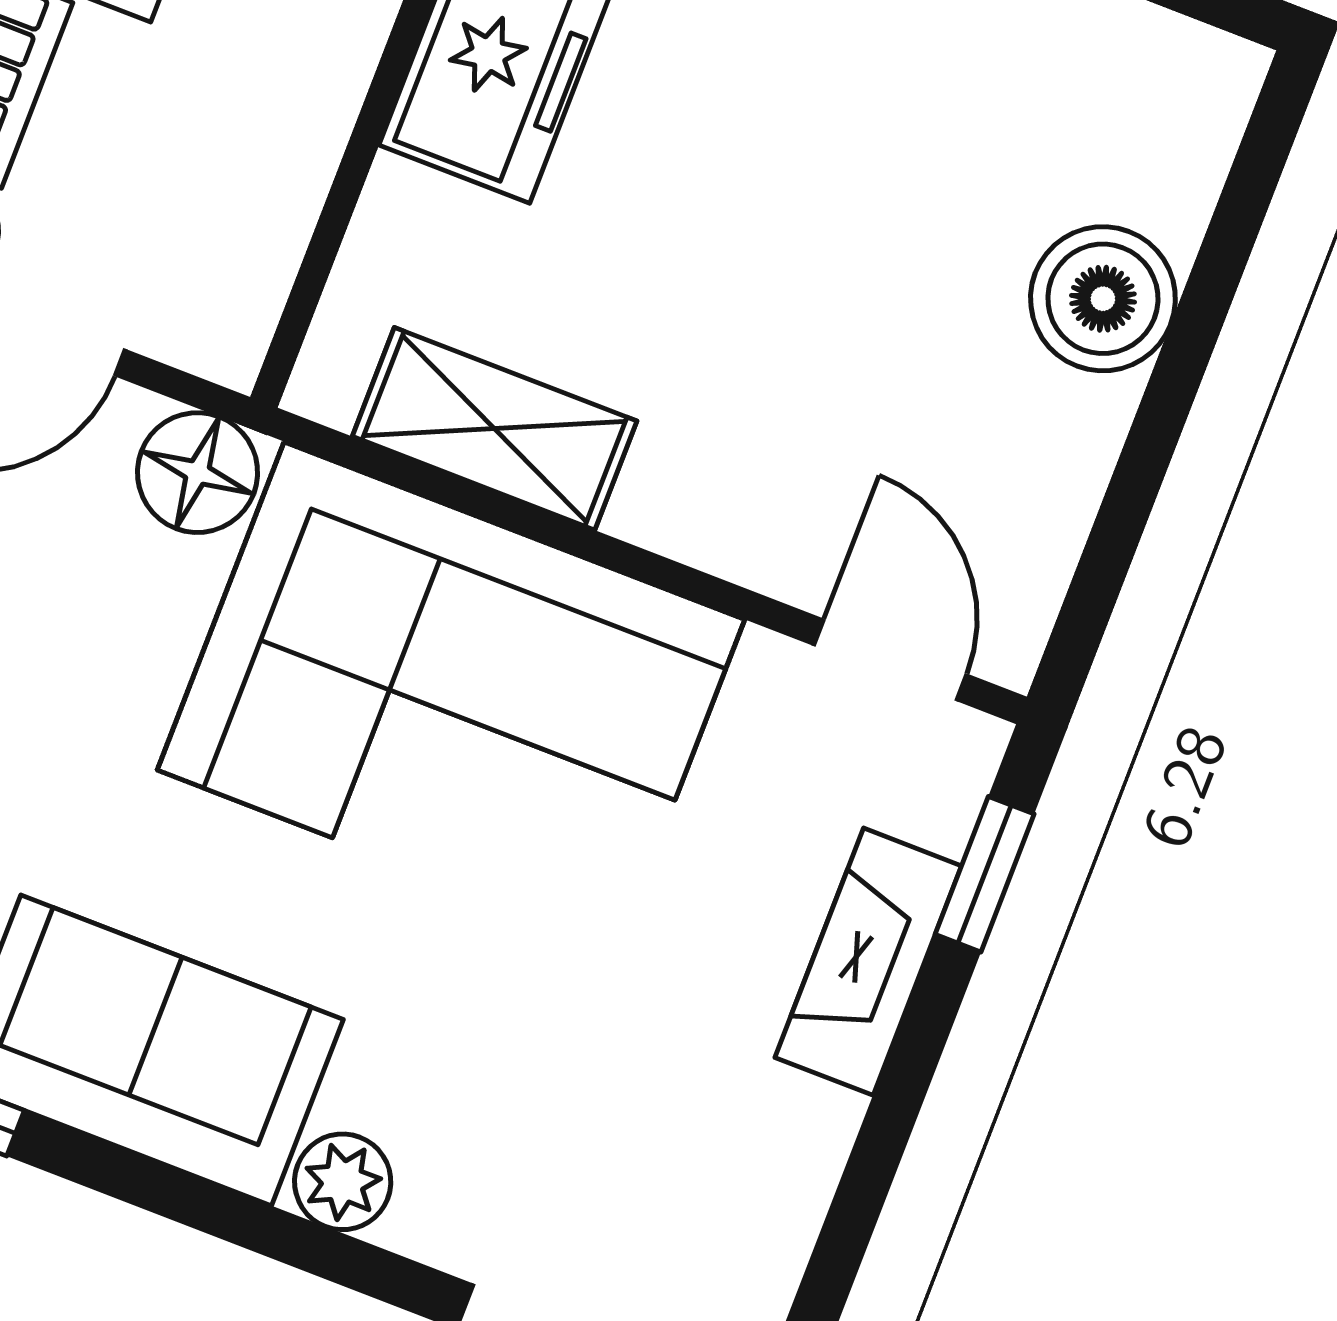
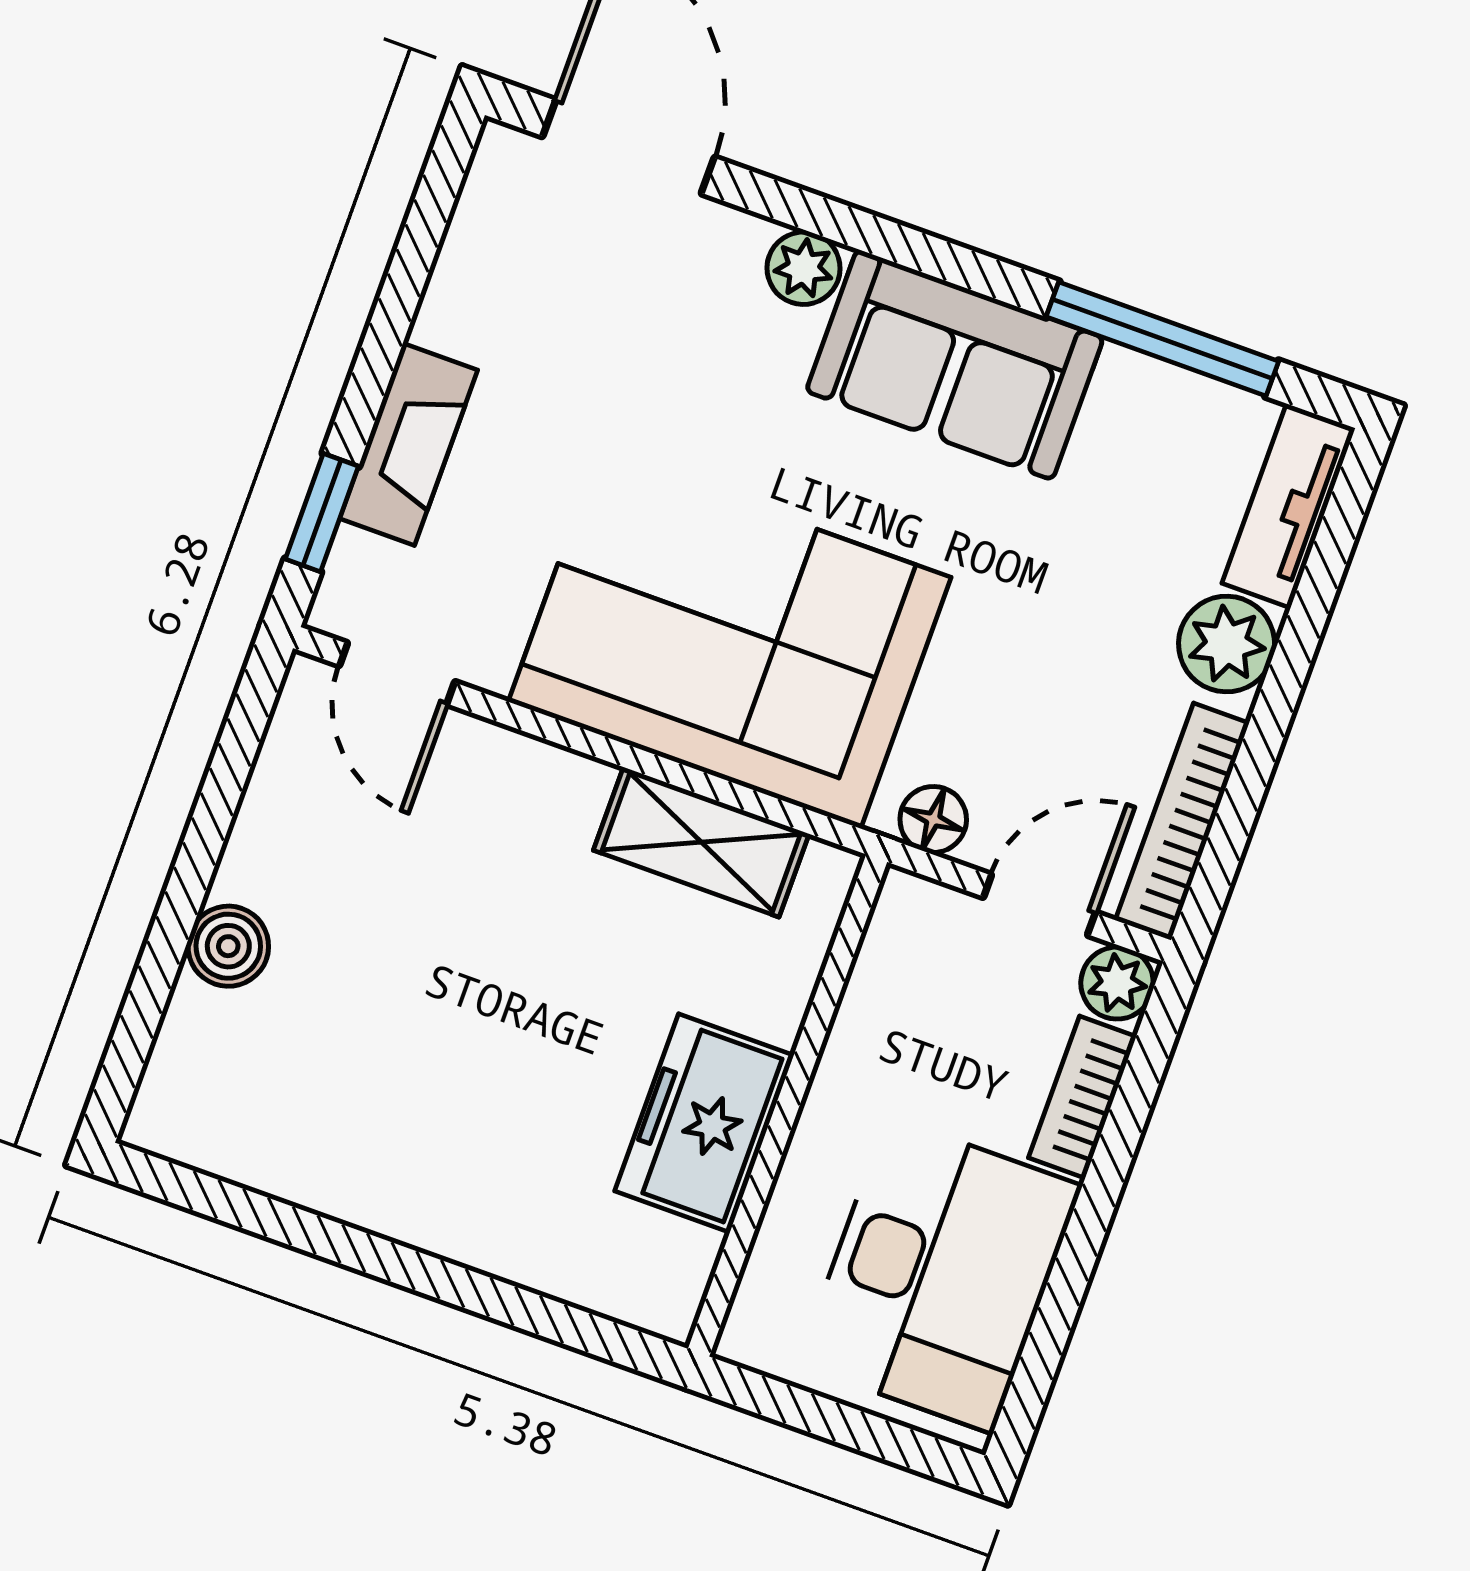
boiler: (1103, 299) -> (228, 946), width x0.73, depth x0.73
floor lamp: (198, 473) -> (933, 819), width x0.73, depth x0.73

